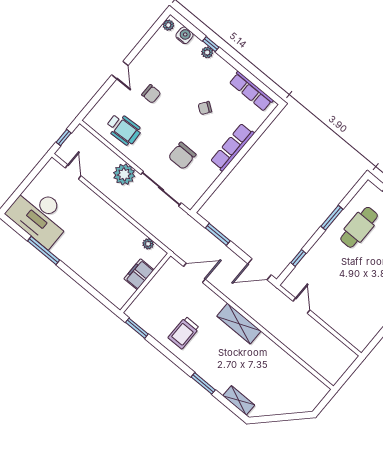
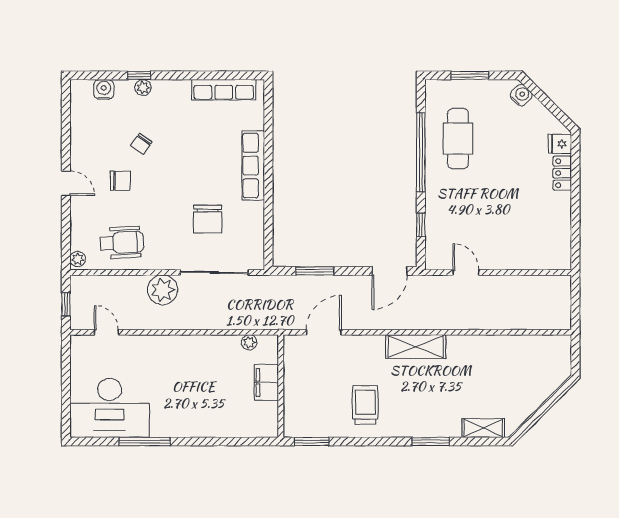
plant: (168, 25) -> (78, 259), moved
chair: (205, 108) -> (141, 144), moved
window: (332, 218) -> (421, 153), width x2.11
trolley: (184, 333) -> (365, 405), turned 180

